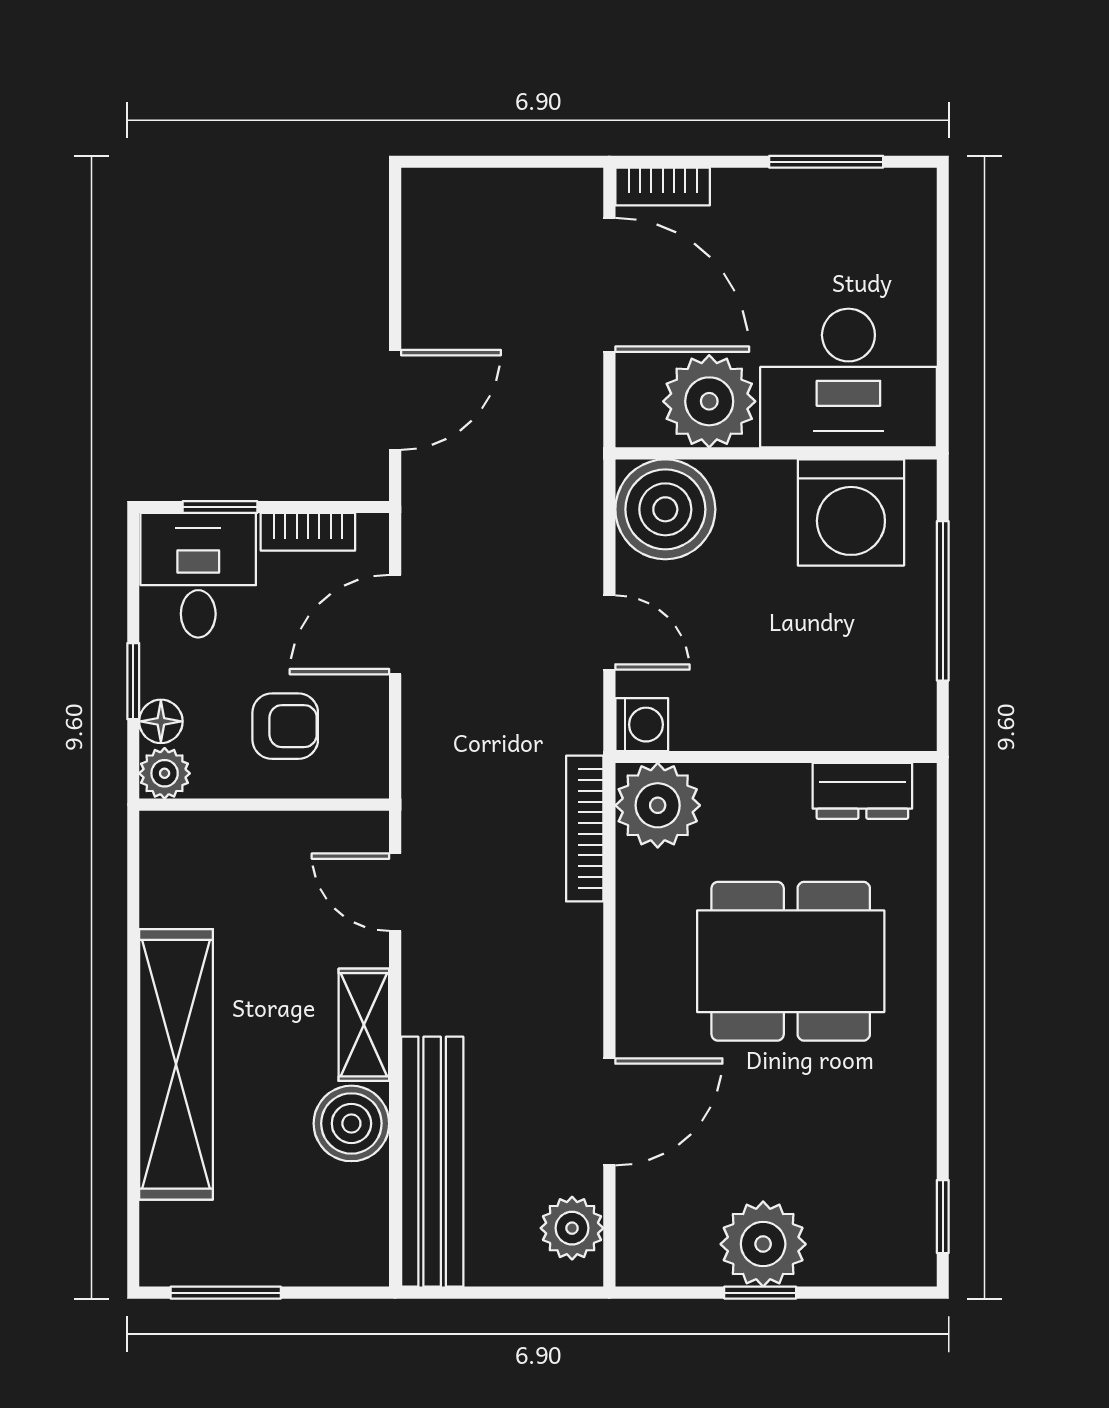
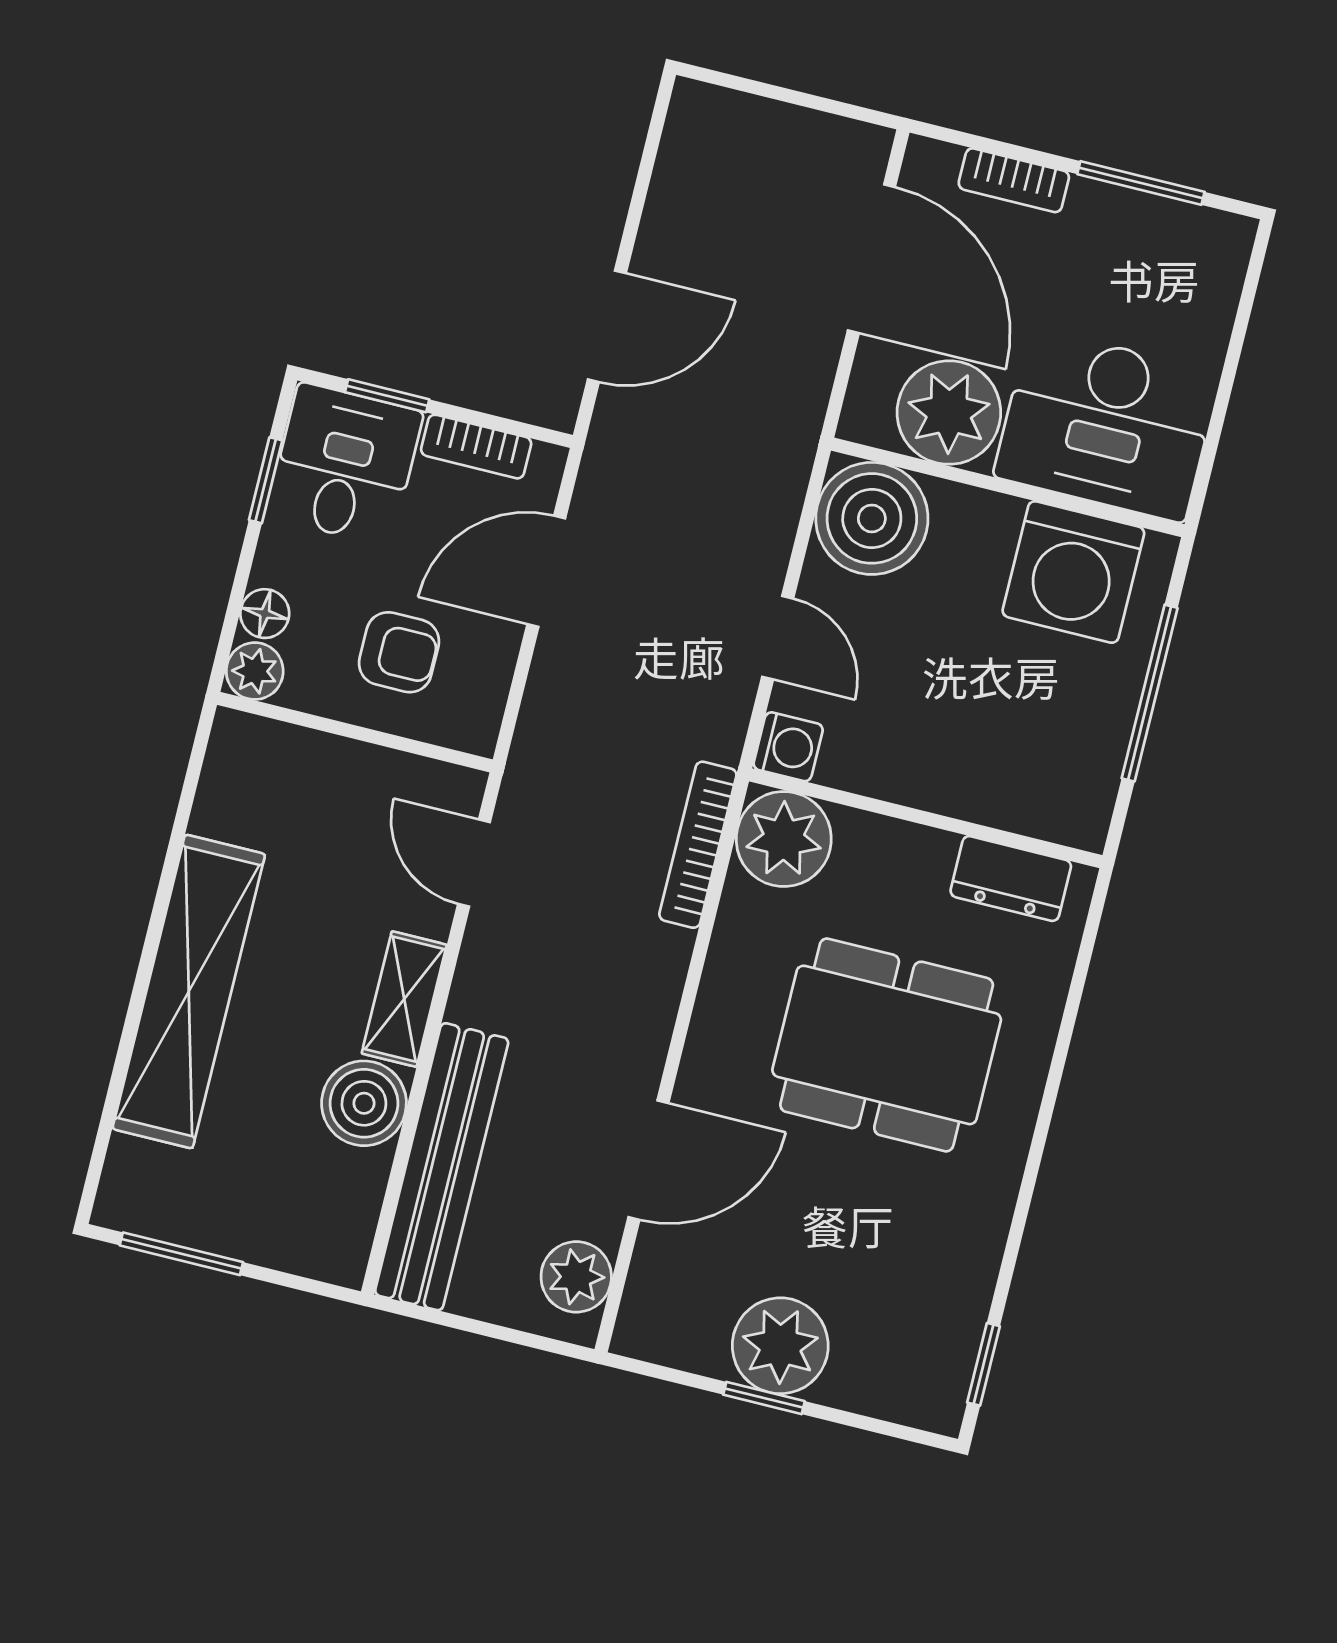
bookcase: (663, 187) -> (1014, 180), moved
window: (133, 681) -> (266, 480), moved

